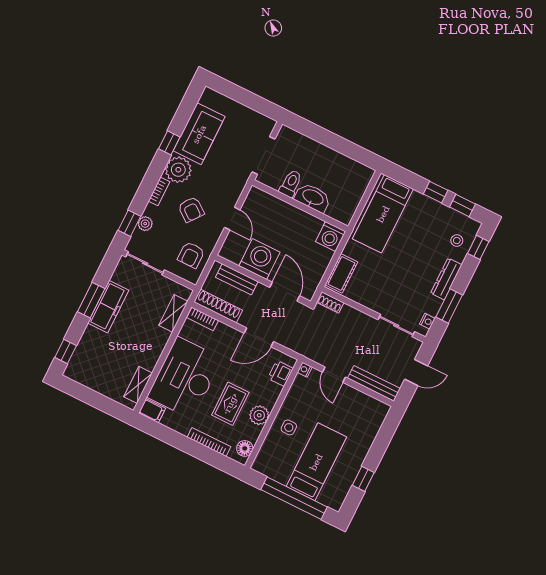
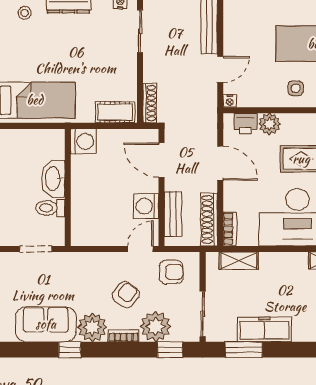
doorway: (263, 155) -> (36, 249), width x0.73
door: (232, 219) -> (140, 249), moved
plant: (145, 224) -> (156, 326), width x1.87, depth x1.87
washing machine: (259, 259) -> (146, 206), width x0.73, depth x0.73
door: (285, 292) -> (162, 160), hinge flipped
window: (91, 300) -> (244, 350), moved
shoe rack: (330, 302) -> (150, 103), width x1.43
plant: (259, 415) -> (269, 124), moved

